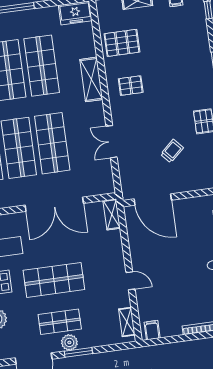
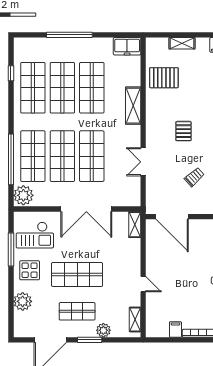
pallet: (131, 86) -> (183, 131), moved, turned 90
filing cabinet: (152, 330) -> (175, 329), moved
plant: (69, 342) -> (103, 330), moved

